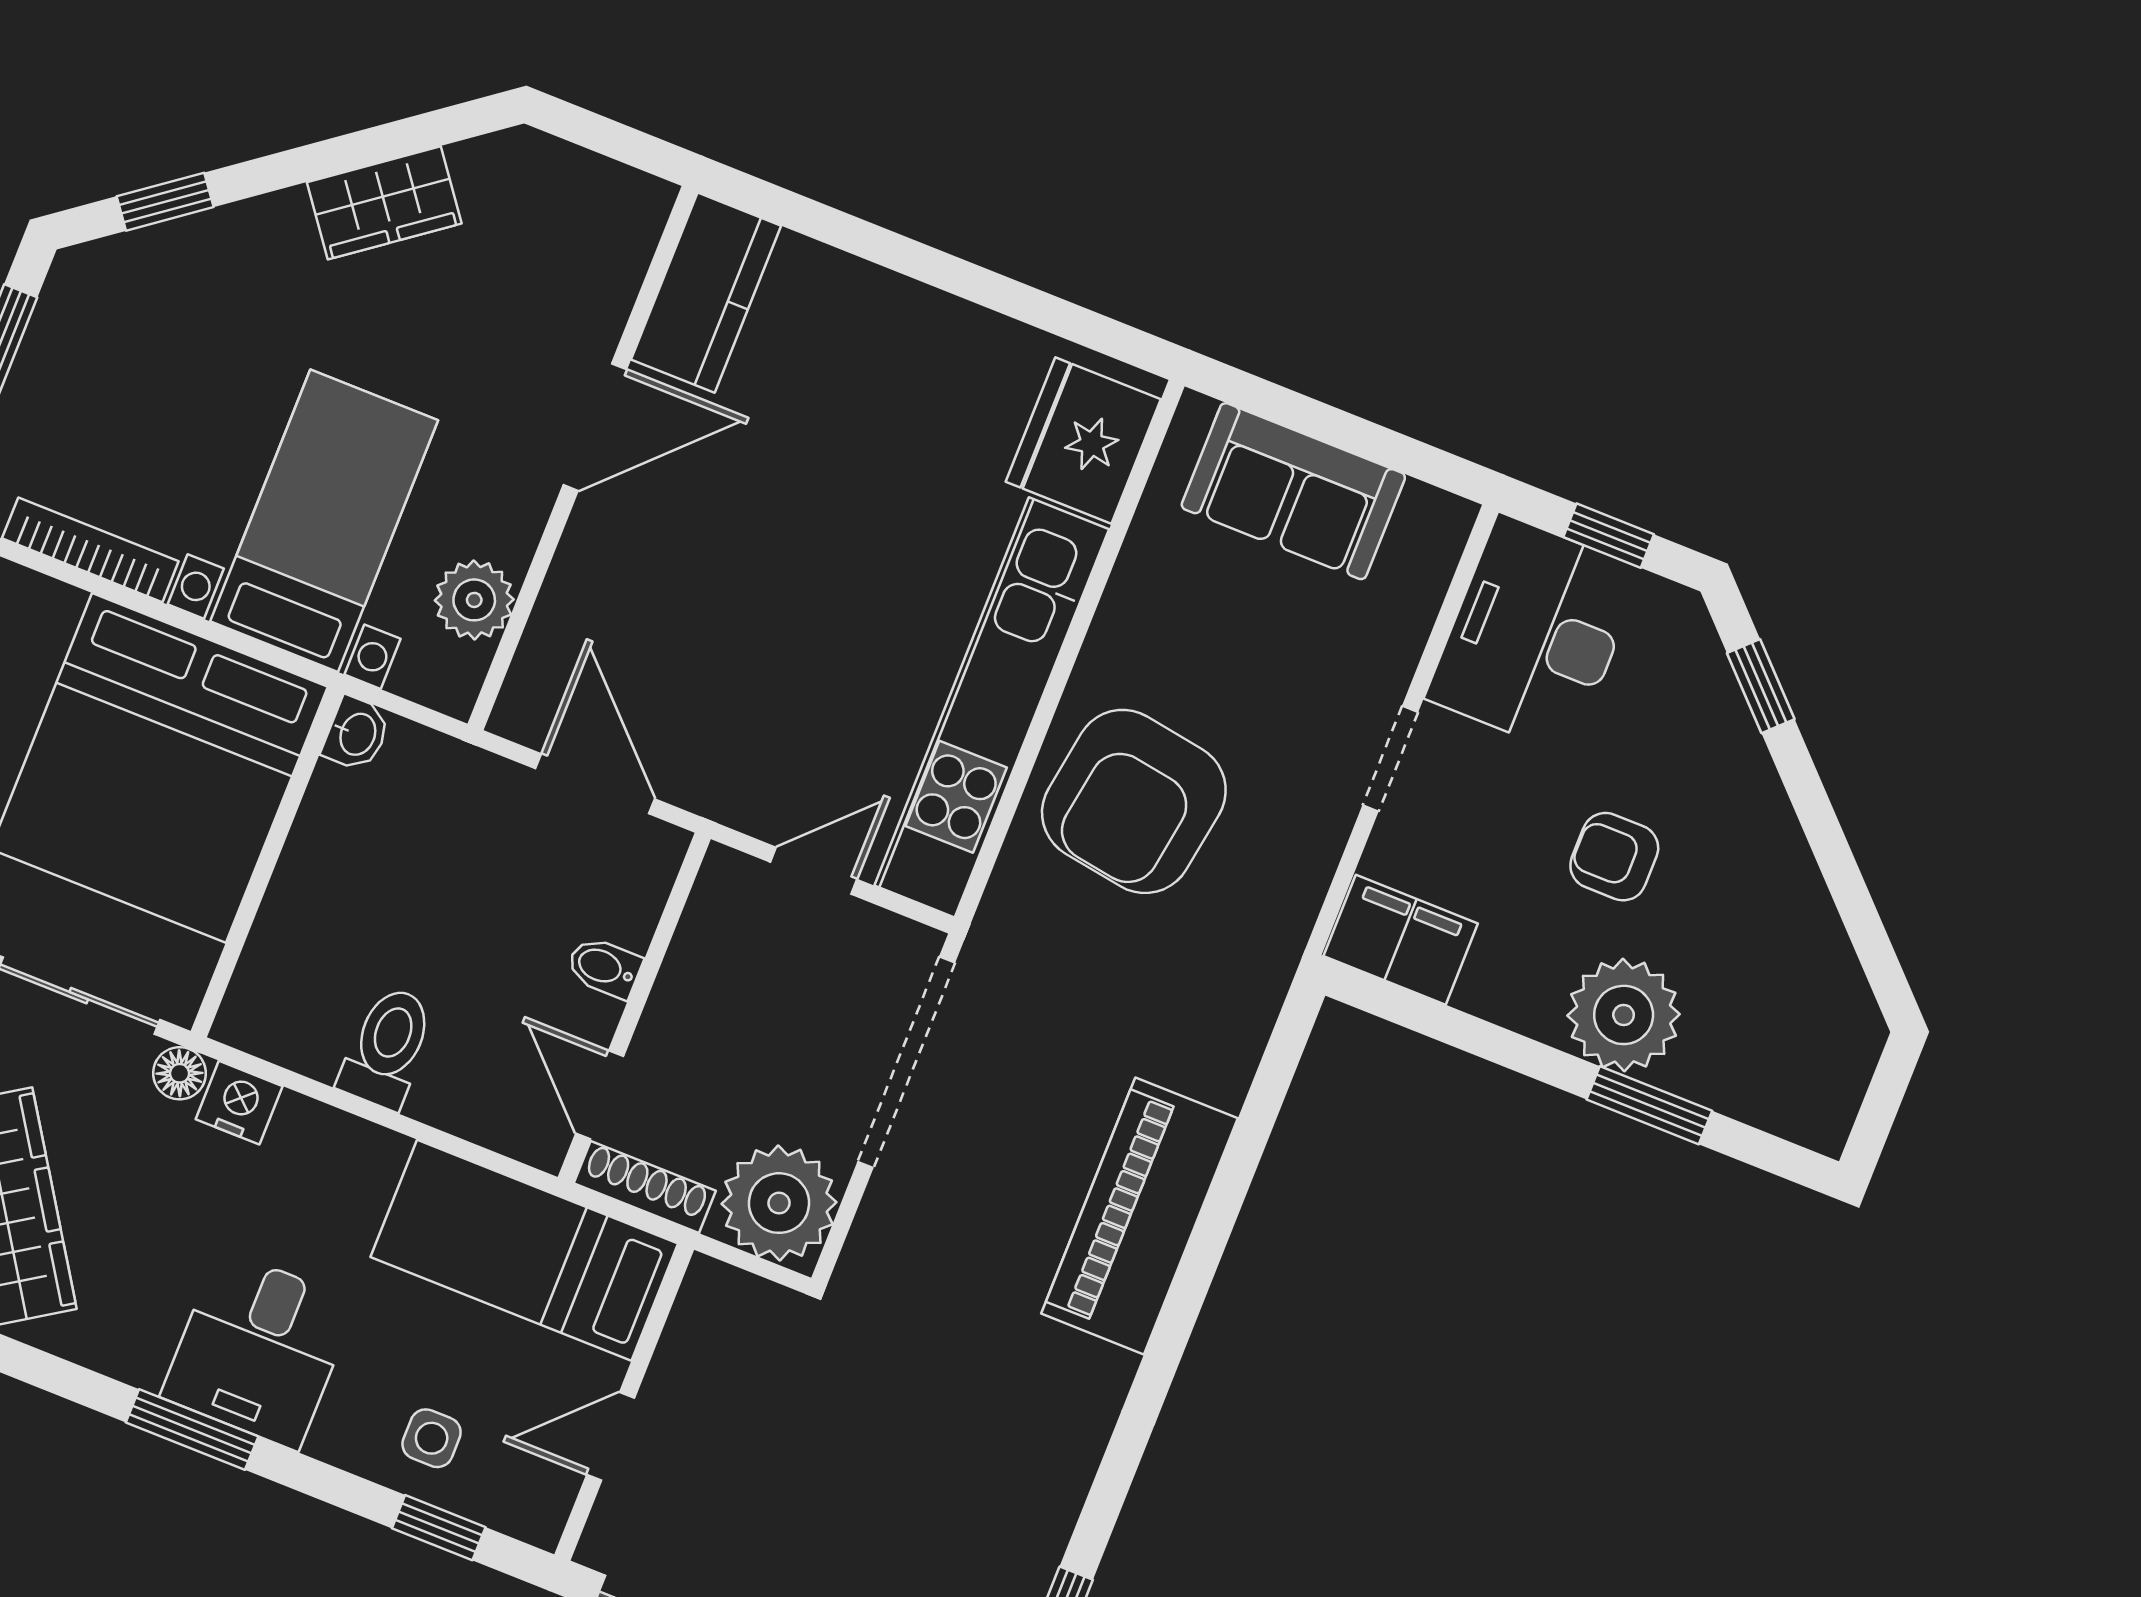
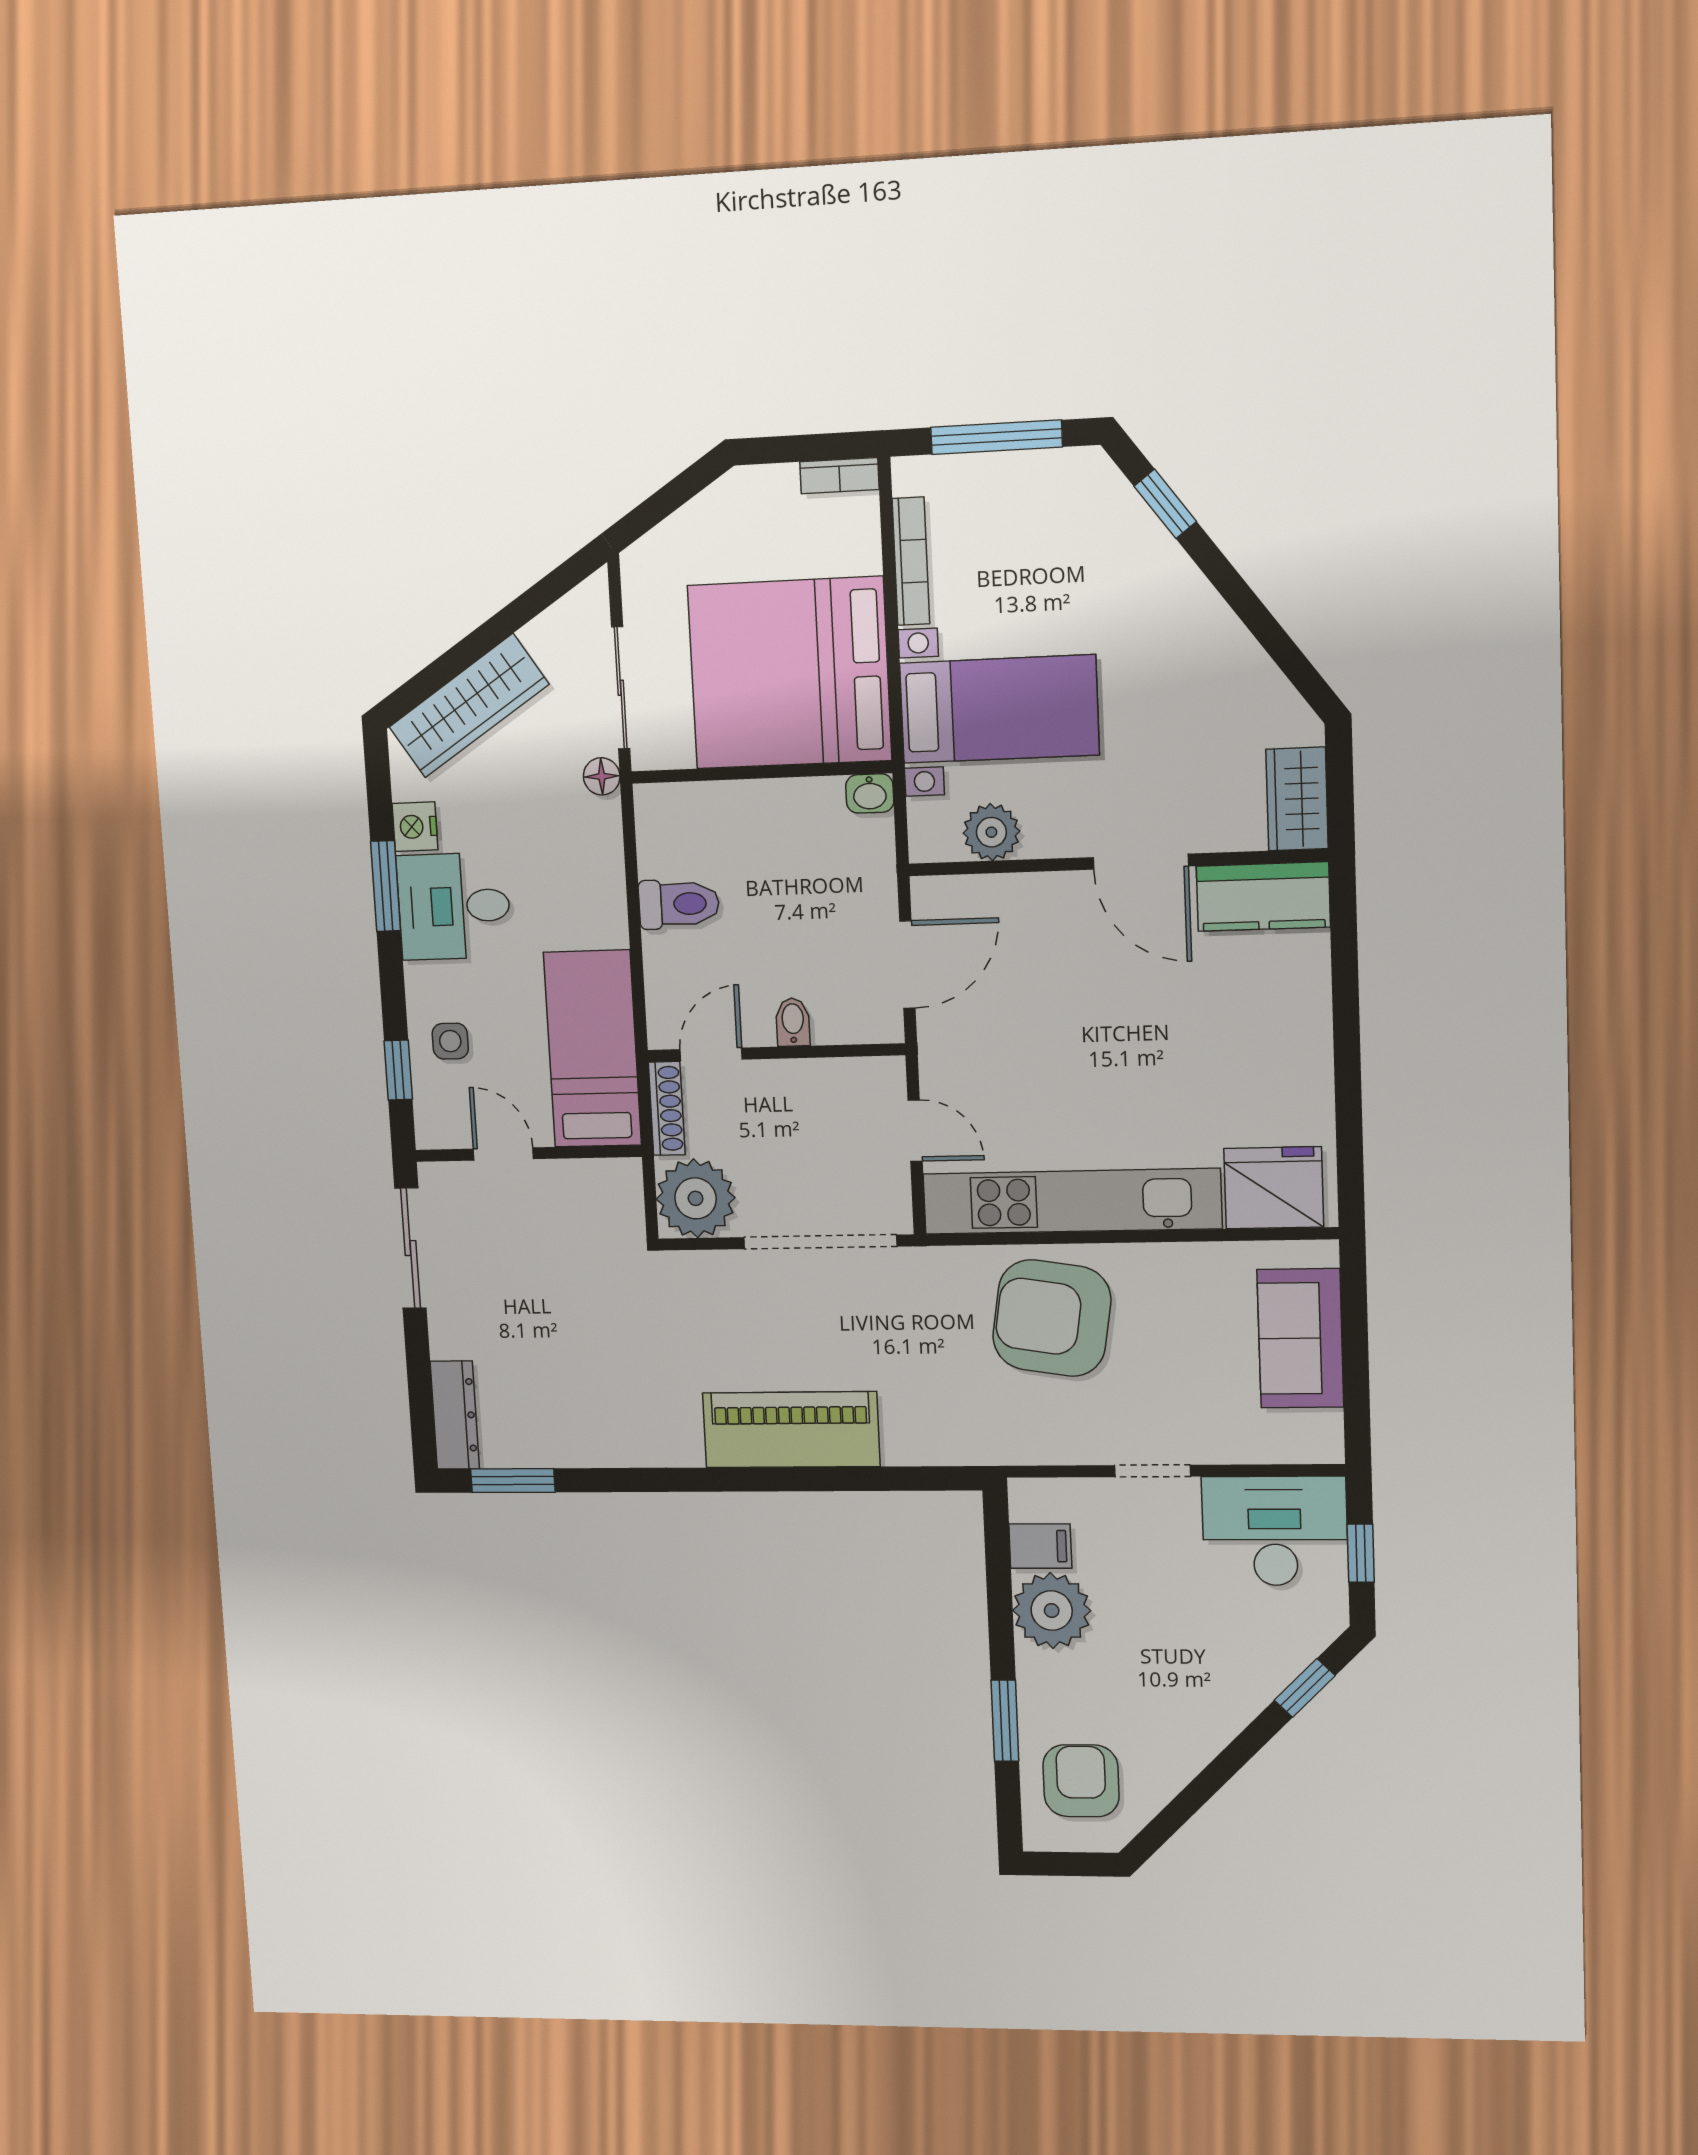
wardrobe: (384, 203) -> (1297, 799), moved, turned 37
armchair: (1614, 857) -> (1081, 1781), moved, width x1.38, depth x1.38
filing cabinet: (1401, 940) -> (1040, 1546), width x0.50
plant: (1624, 1015) -> (1052, 1611), moved
nightstand: (239, 1103) -> (415, 827), moved, turned 180

